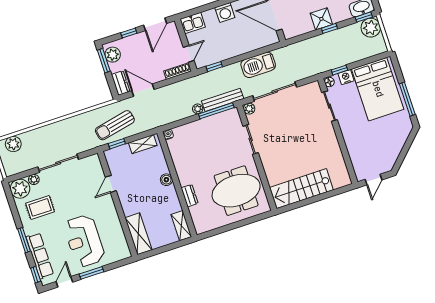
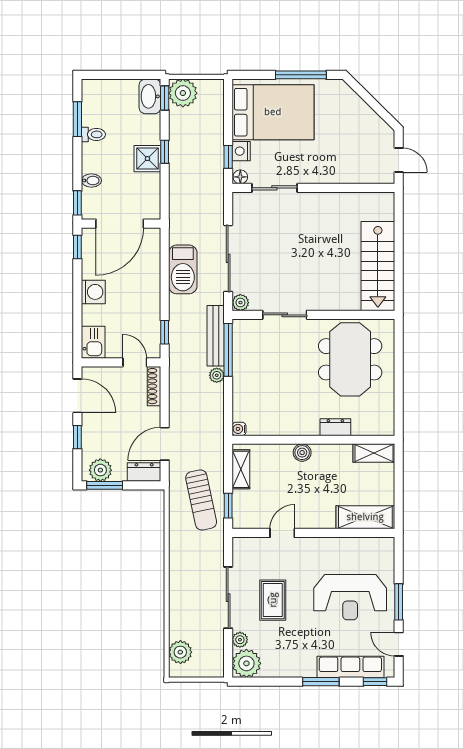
door: (111, 184) -> (282, 533), swing flipped
rug: (40, 207) -> (273, 600), moved

